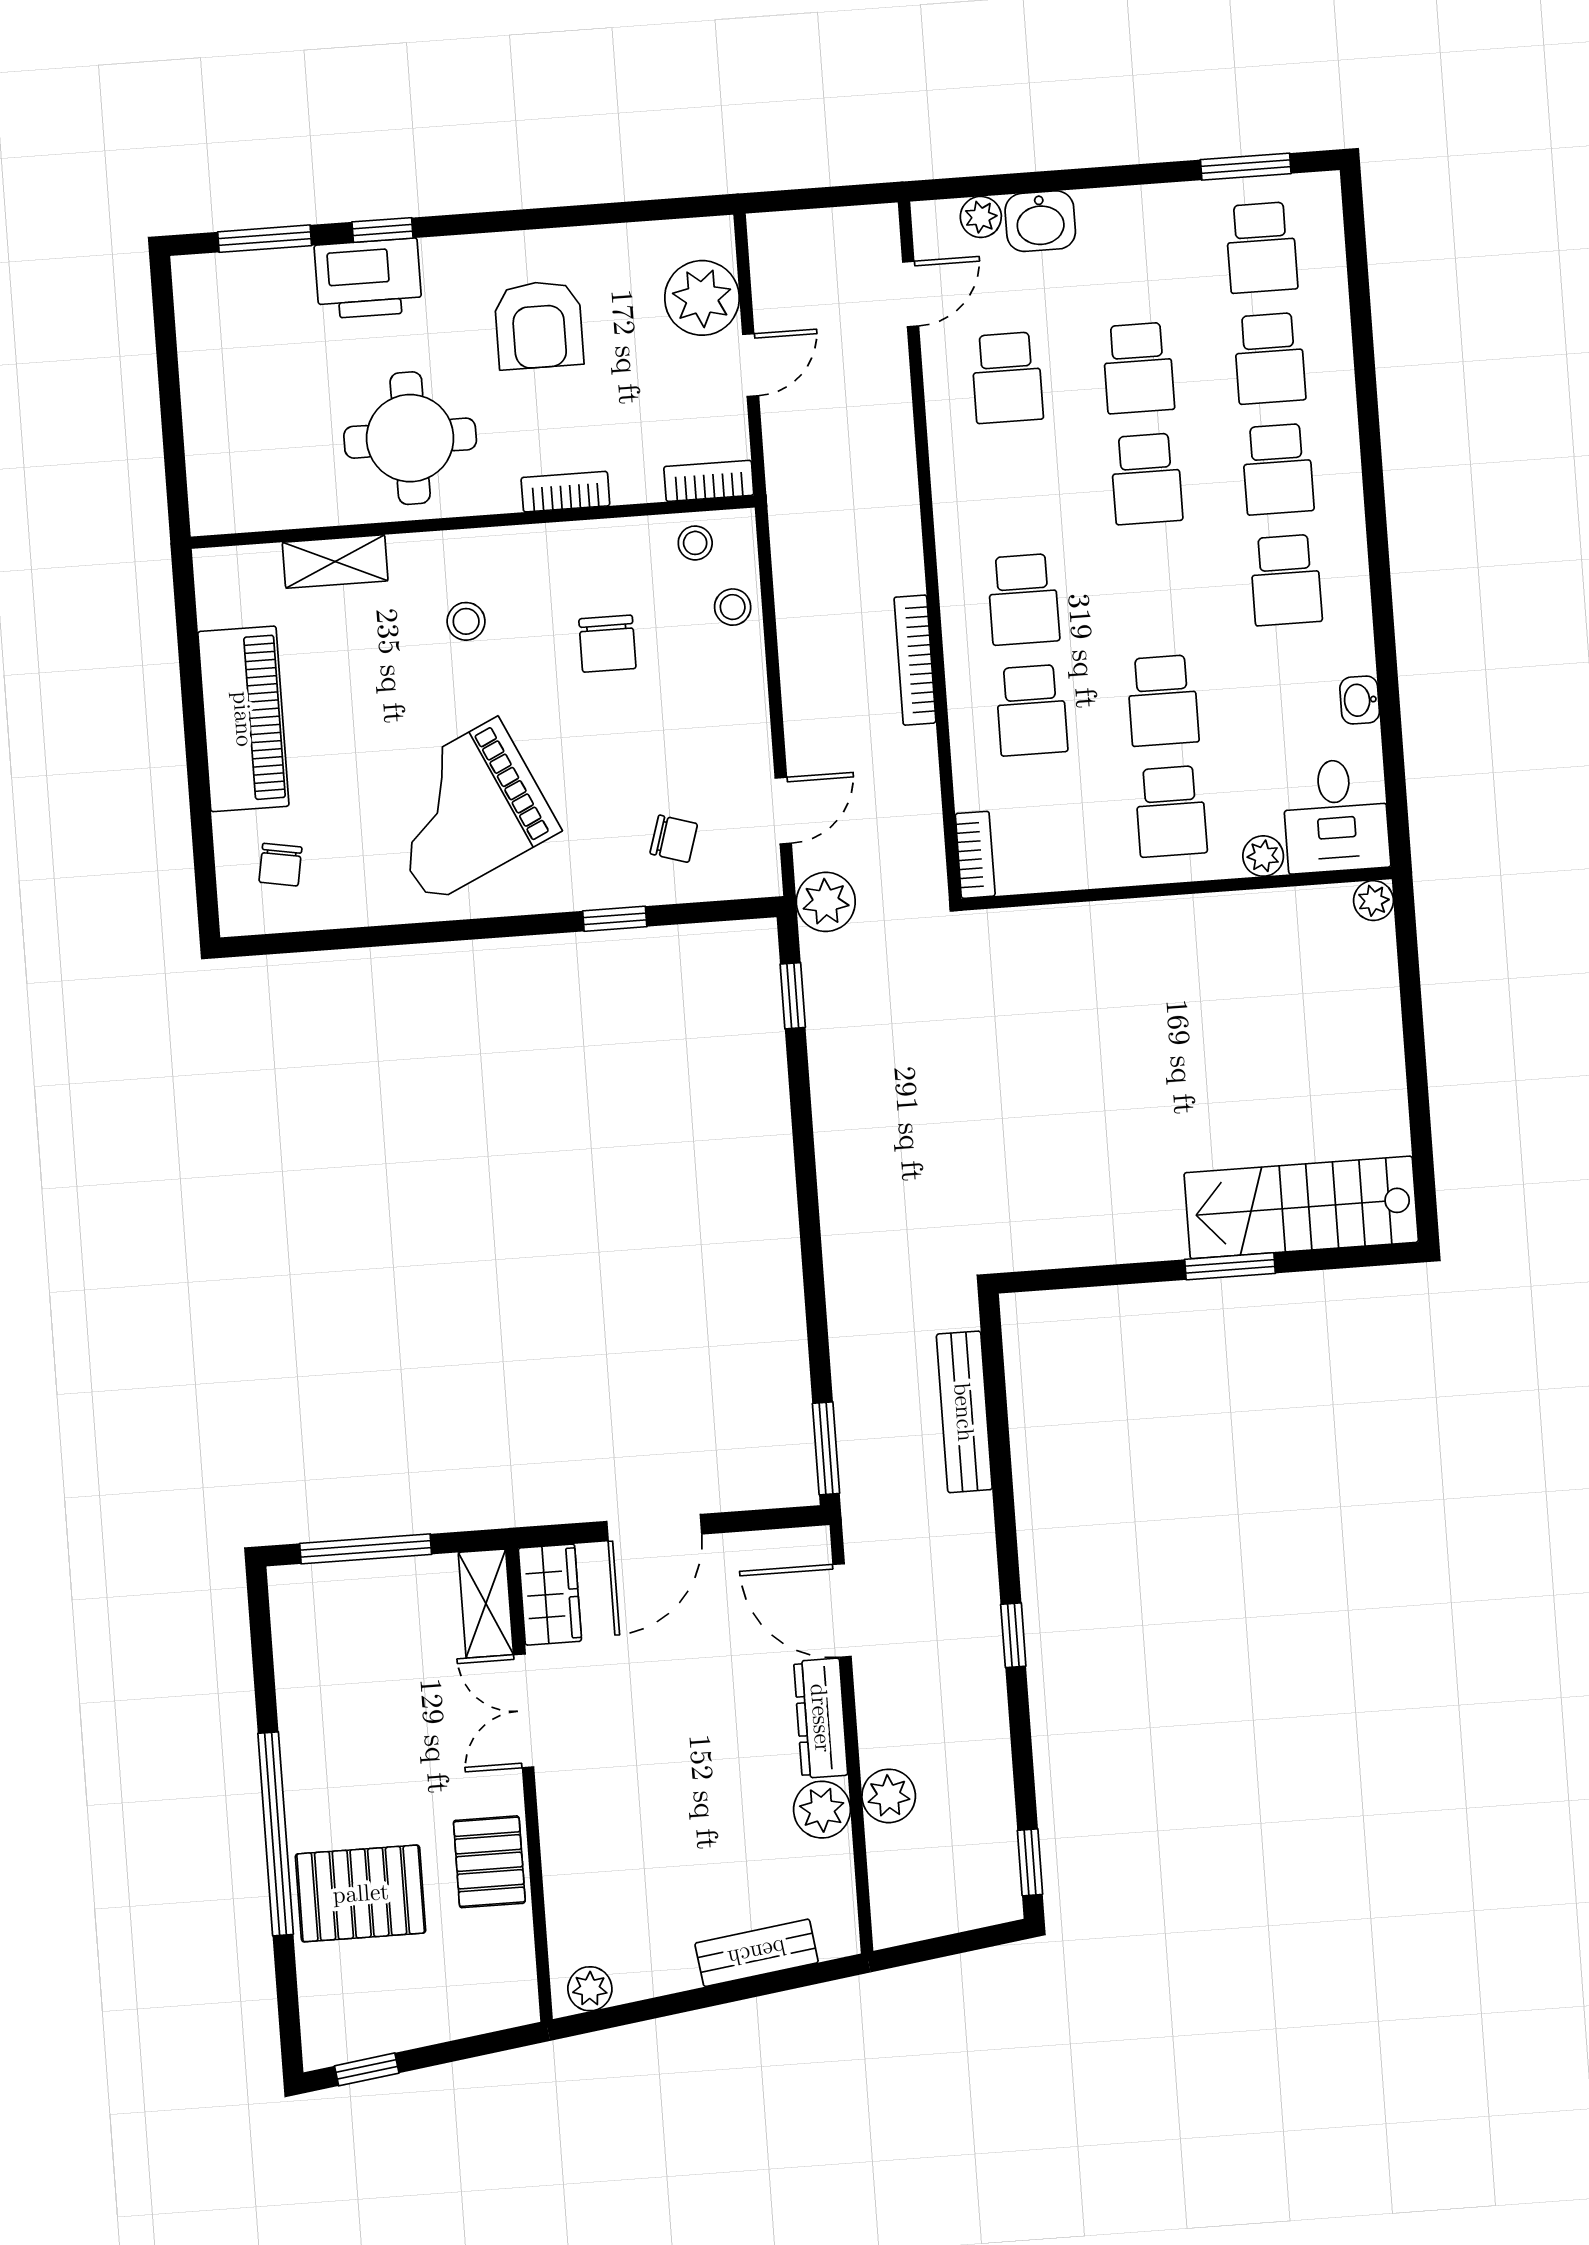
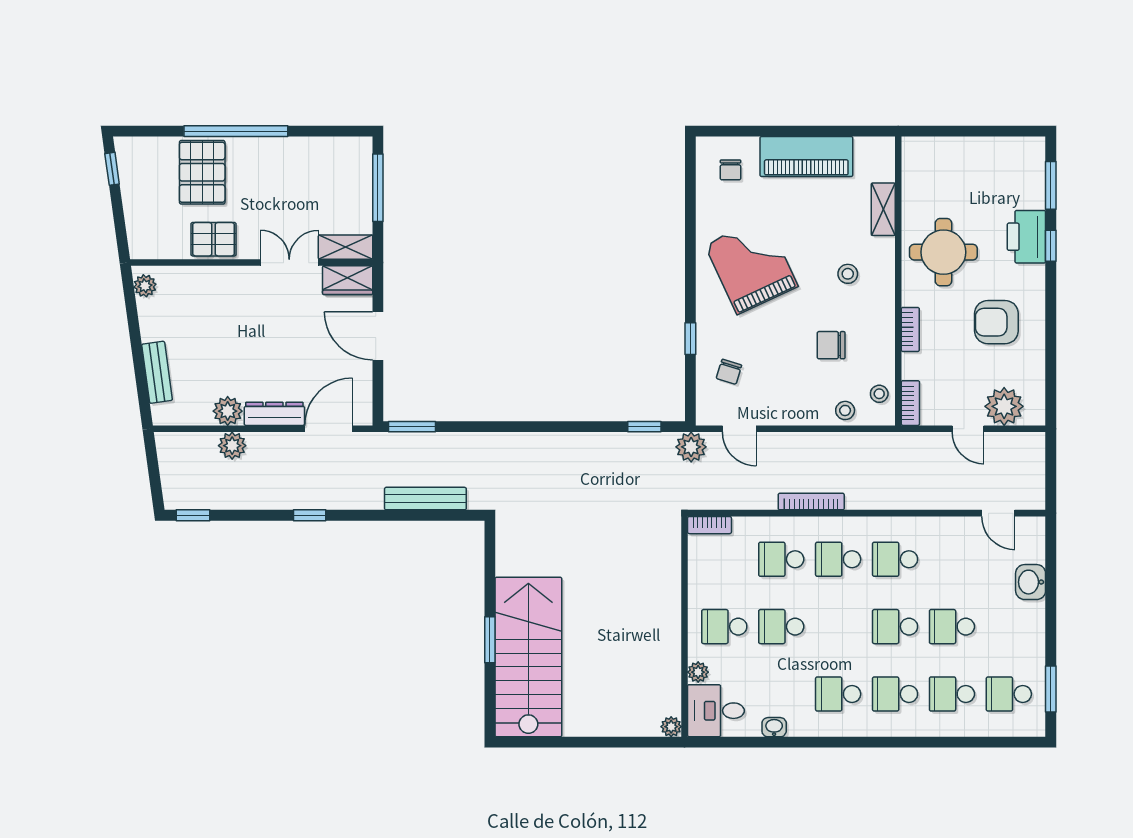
plant: (981, 217) -> (1035, 552), removed
school desk: (1007, 378) -> (895, 559), moved
chair: (280, 865) -> (730, 170), turned -100
stairs: (1301, 1207) -> (528, 657), width x1.36, depth x1.51

